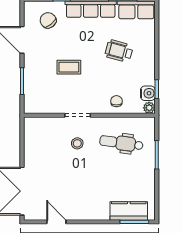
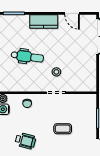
dental chair: (121, 143) -> (27, 57), moved
kitchen counter: (129, 211) -> (44, 21), moved

